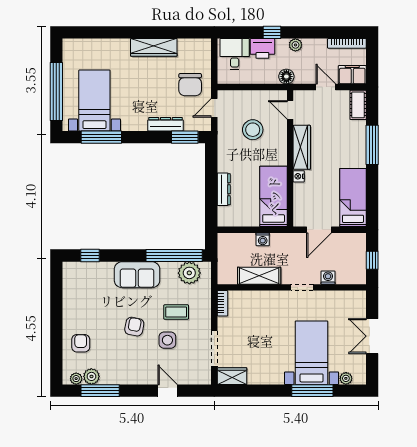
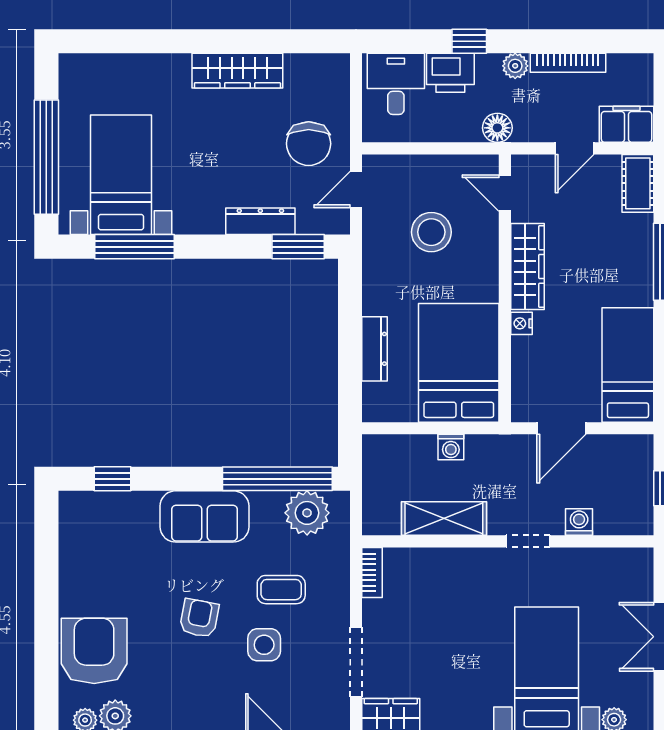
bookcase: (347, 43) -> (568, 63), moved
door: (326, 87) -> (575, 148), swing flipped
bed: (274, 196) -> (459, 363), width x1.50
armchair: (81, 343) -> (94, 651), width x1.88, depth x1.88

